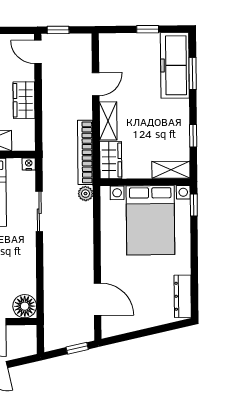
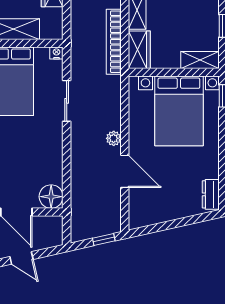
plant: (86, 194) -> (114, 138), moved
dresser: (183, 296) -> (211, 194), width x0.70
door: (97, 299) -> (125, 171), moved

